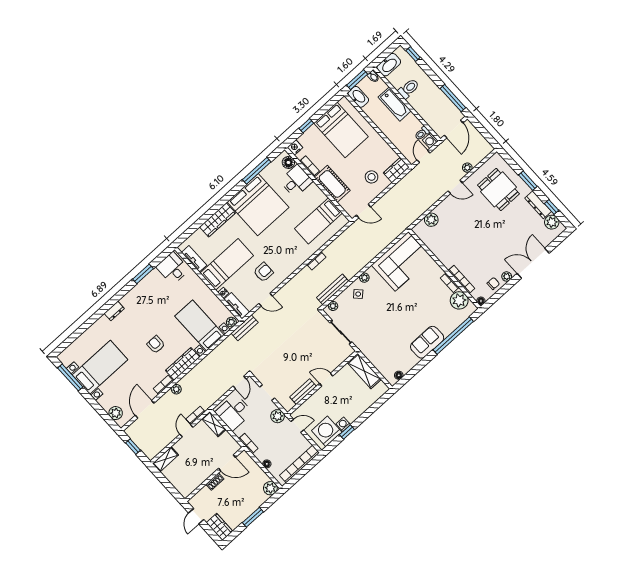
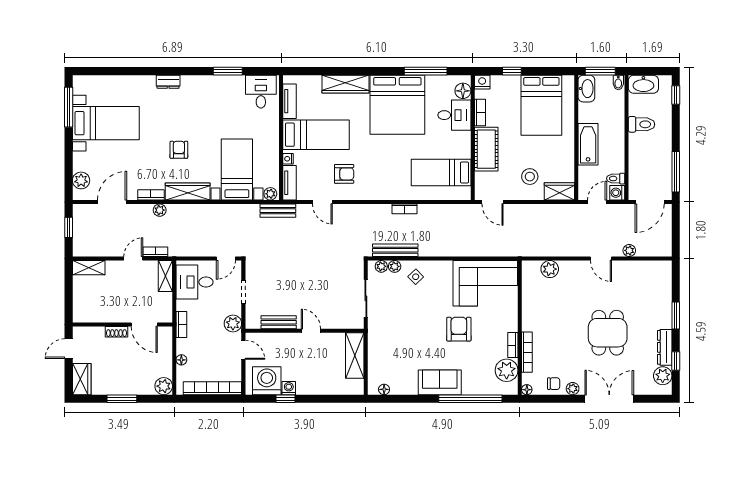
bathtub: (395, 104) -> (588, 144), moved, turned 180
dining table: (498, 189) -> (608, 333), moved
plant: (364, 278) -> (395, 266), moved
armchair: (410, 302) -> (459, 329), added

